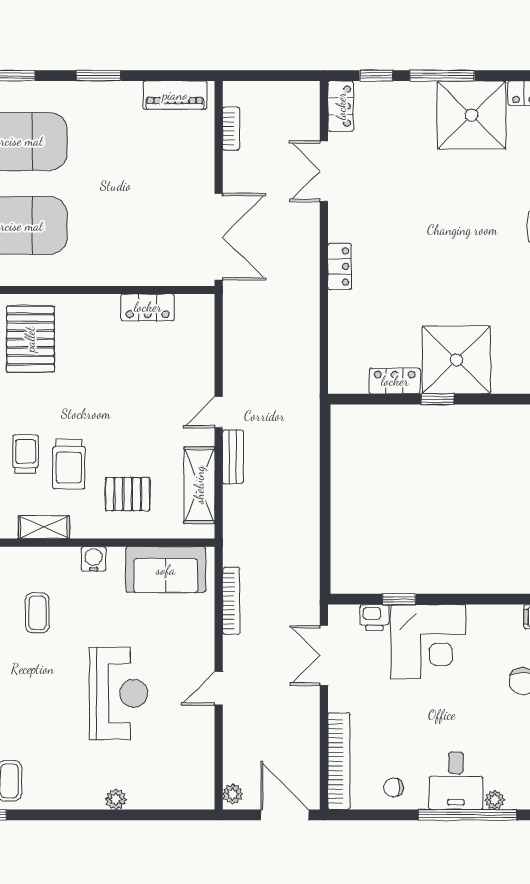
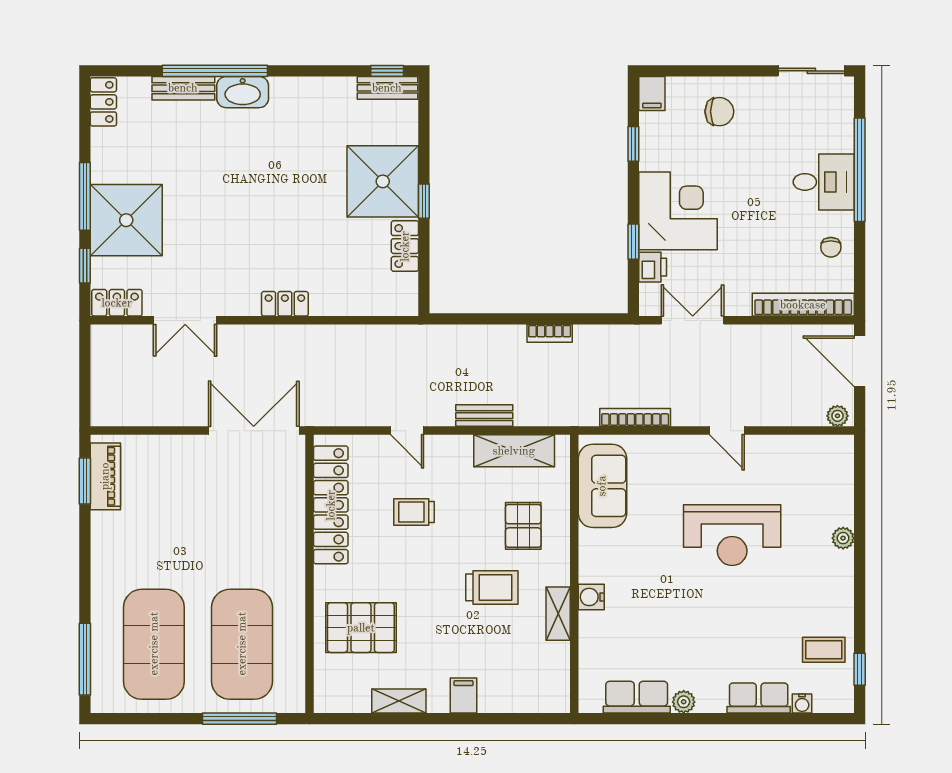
window: (98, 76) -> (85, 481), moved
shower: (472, 115) -> (126, 220), moved
bookcase: (231, 129) -> (550, 333), moved, turned 180
locker: (148, 307) -> (331, 505), width x2.16, depth x1.21
door: (219, 412) -> (407, 431), moved
trolley: (26, 454) -> (414, 512), moved
water cooler: (94, 559) -> (591, 597), moved
window: (492, 599) -> (633, 144), added
coffee table: (37, 613) -> (648, 620), removed
double door: (324, 656) -> (693, 320), swing flipped
reception desk: (119, 693) -> (732, 535), turned 180
plant: (495, 800) -> (844, 141), removed
door: (285, 815) -> (860, 361), hinge flipped

